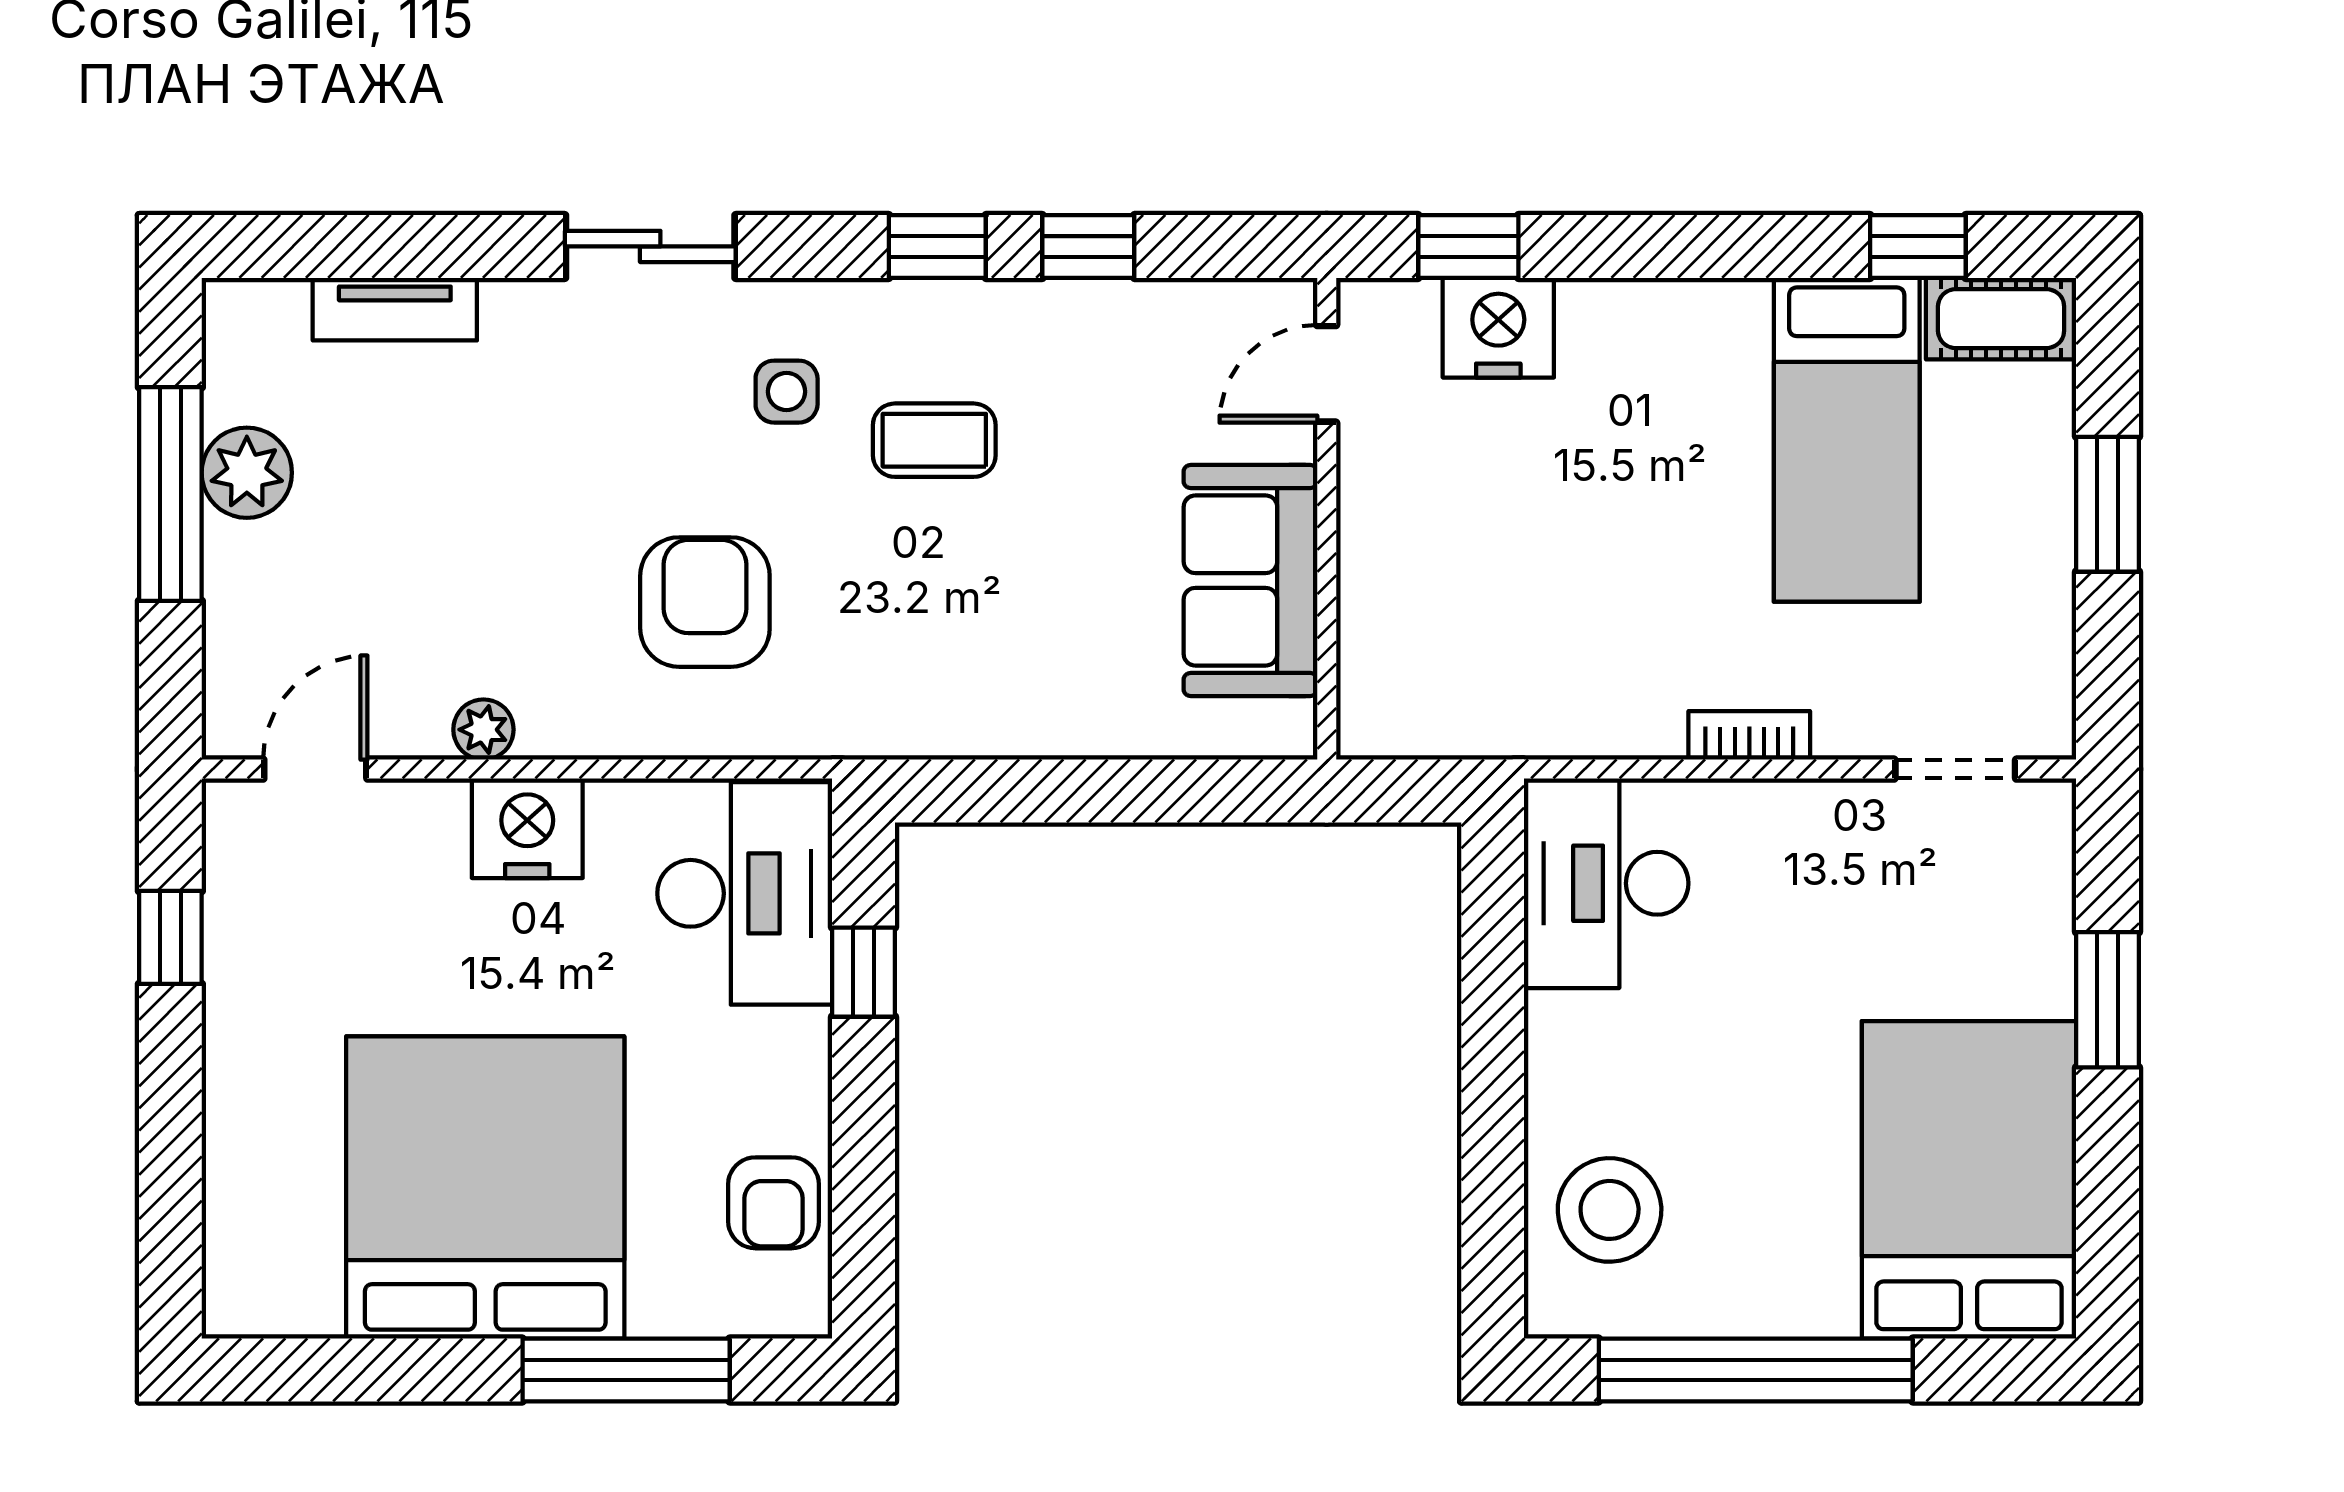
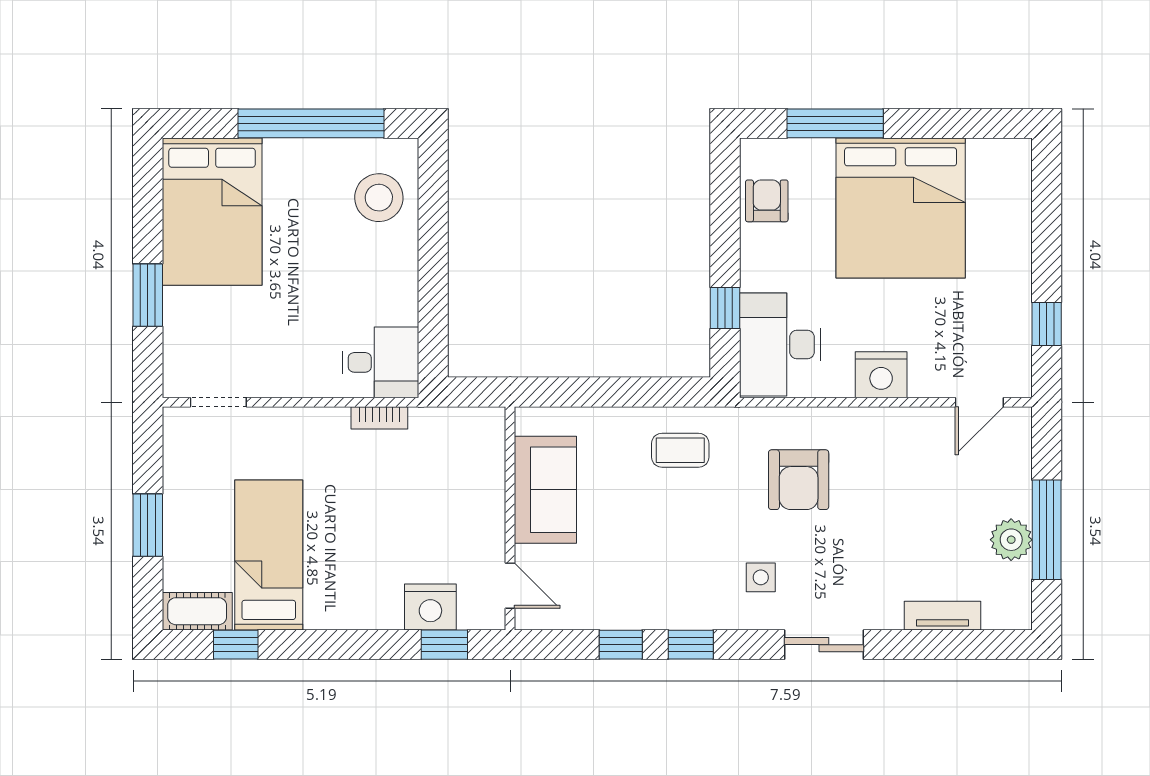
door: (1327, 374) -> (510, 586), hinge flipped
coffee table: (934, 440) -> (680, 450), moved
plant: (483, 730) -> (901, 421), removed
bookcase: (1749, 735) -> (379, 418), moved
desk: (1606, 883) -> (380, 362), width x0.73

